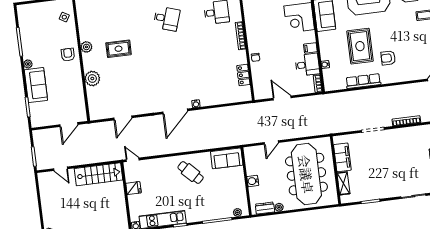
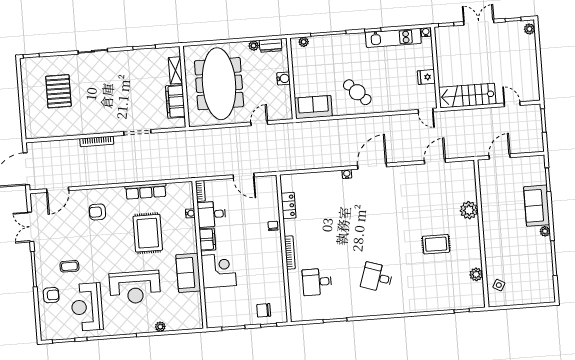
plant: (86, 47) -> (476, 274), moved
filing cabinet: (310, 48) -> (207, 239), width x2.00
armchair: (68, 55) -> (497, 240), removed
armchair: (388, 58) -> (97, 212), moved, turned 180

